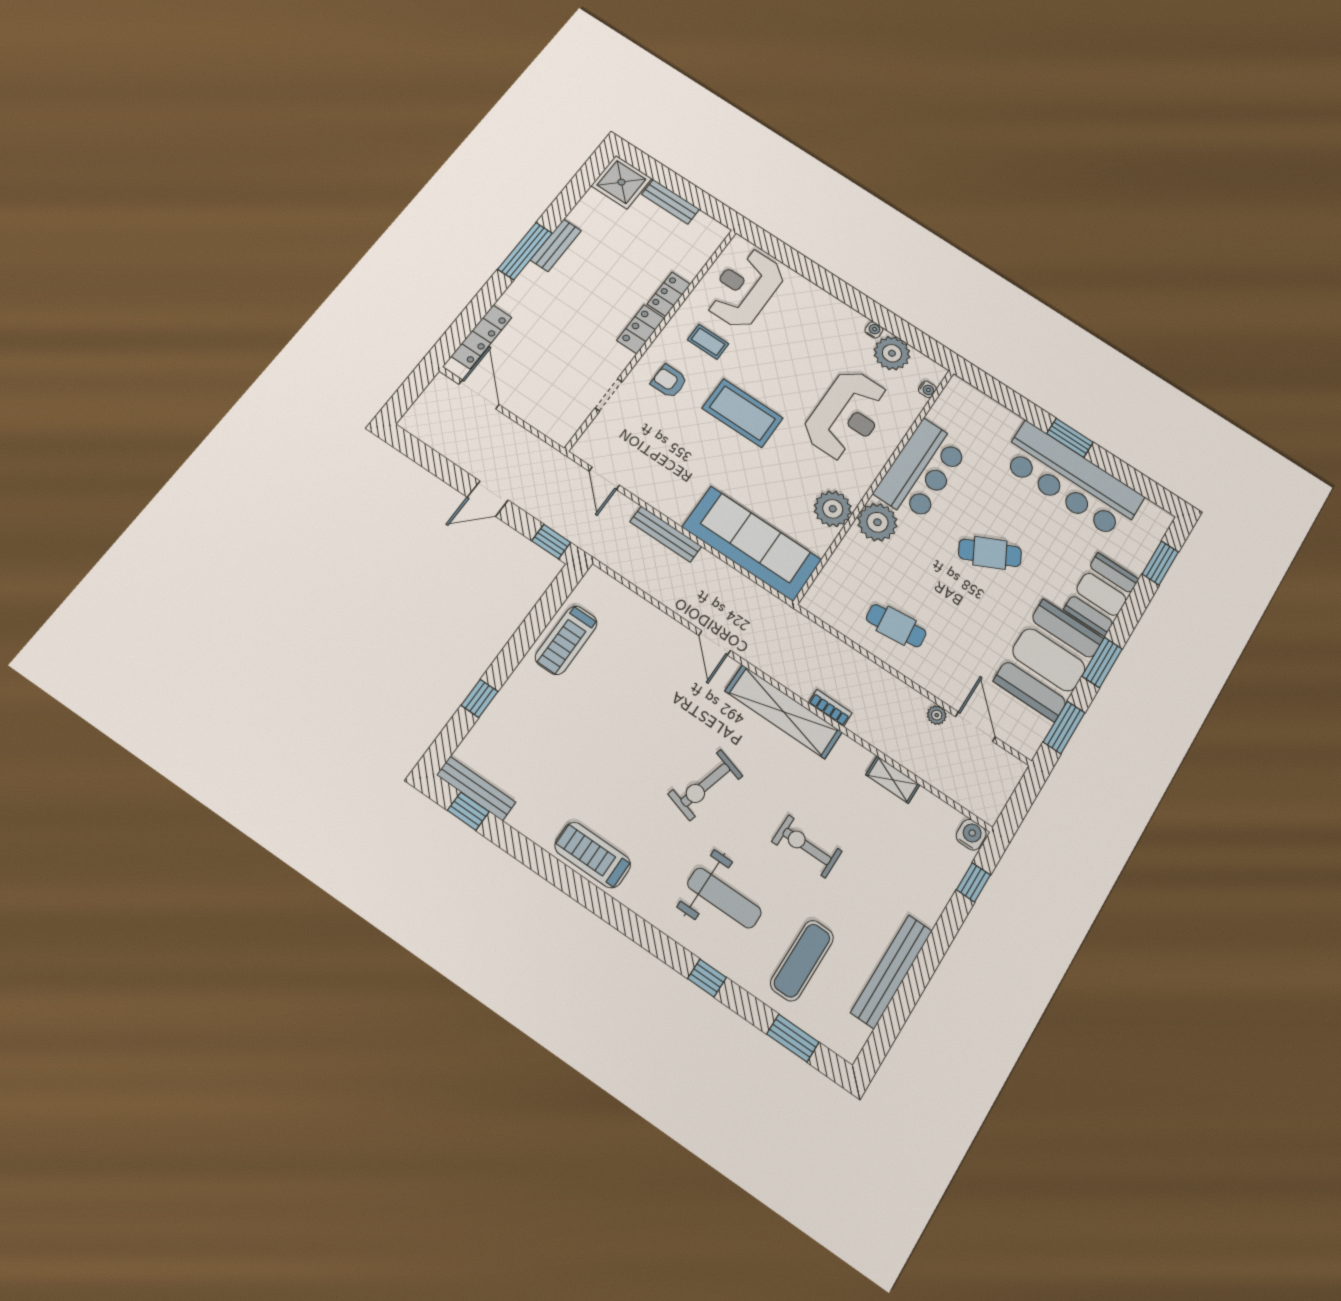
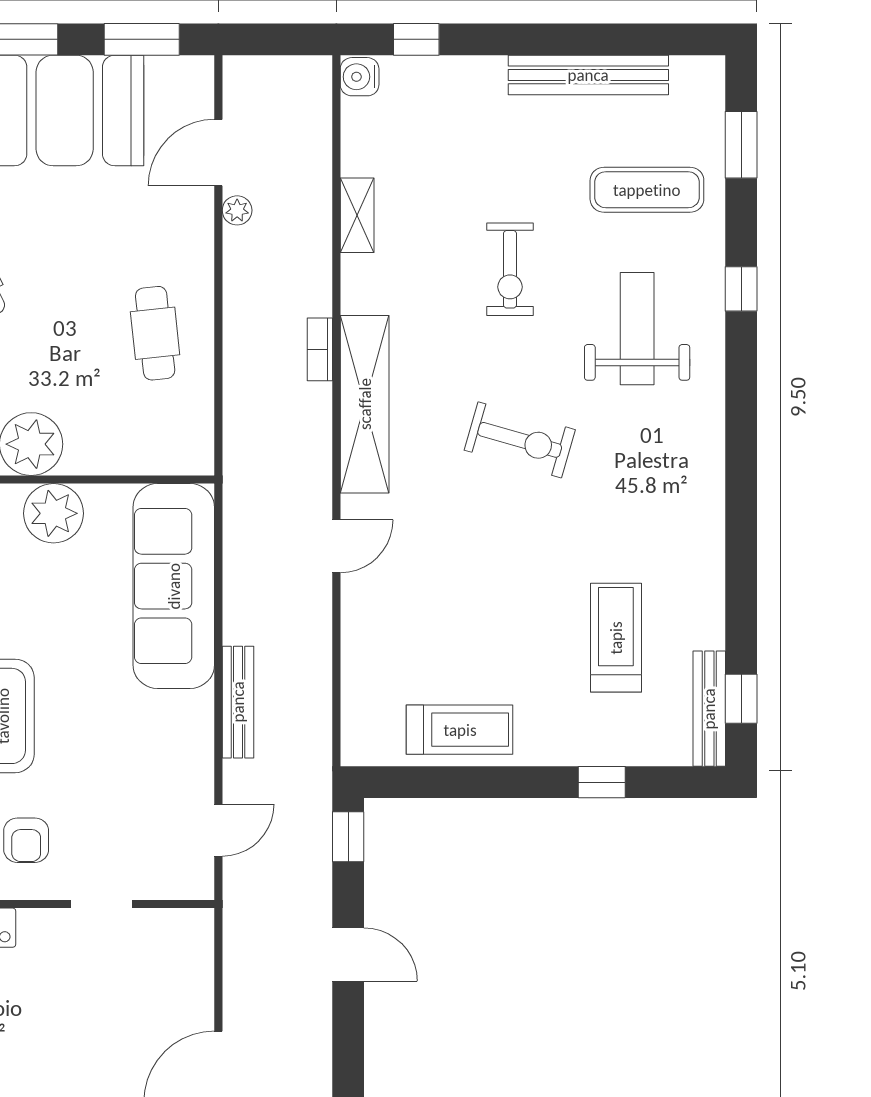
treadmill: (593, 855) -> (616, 638), moved, turned 180

